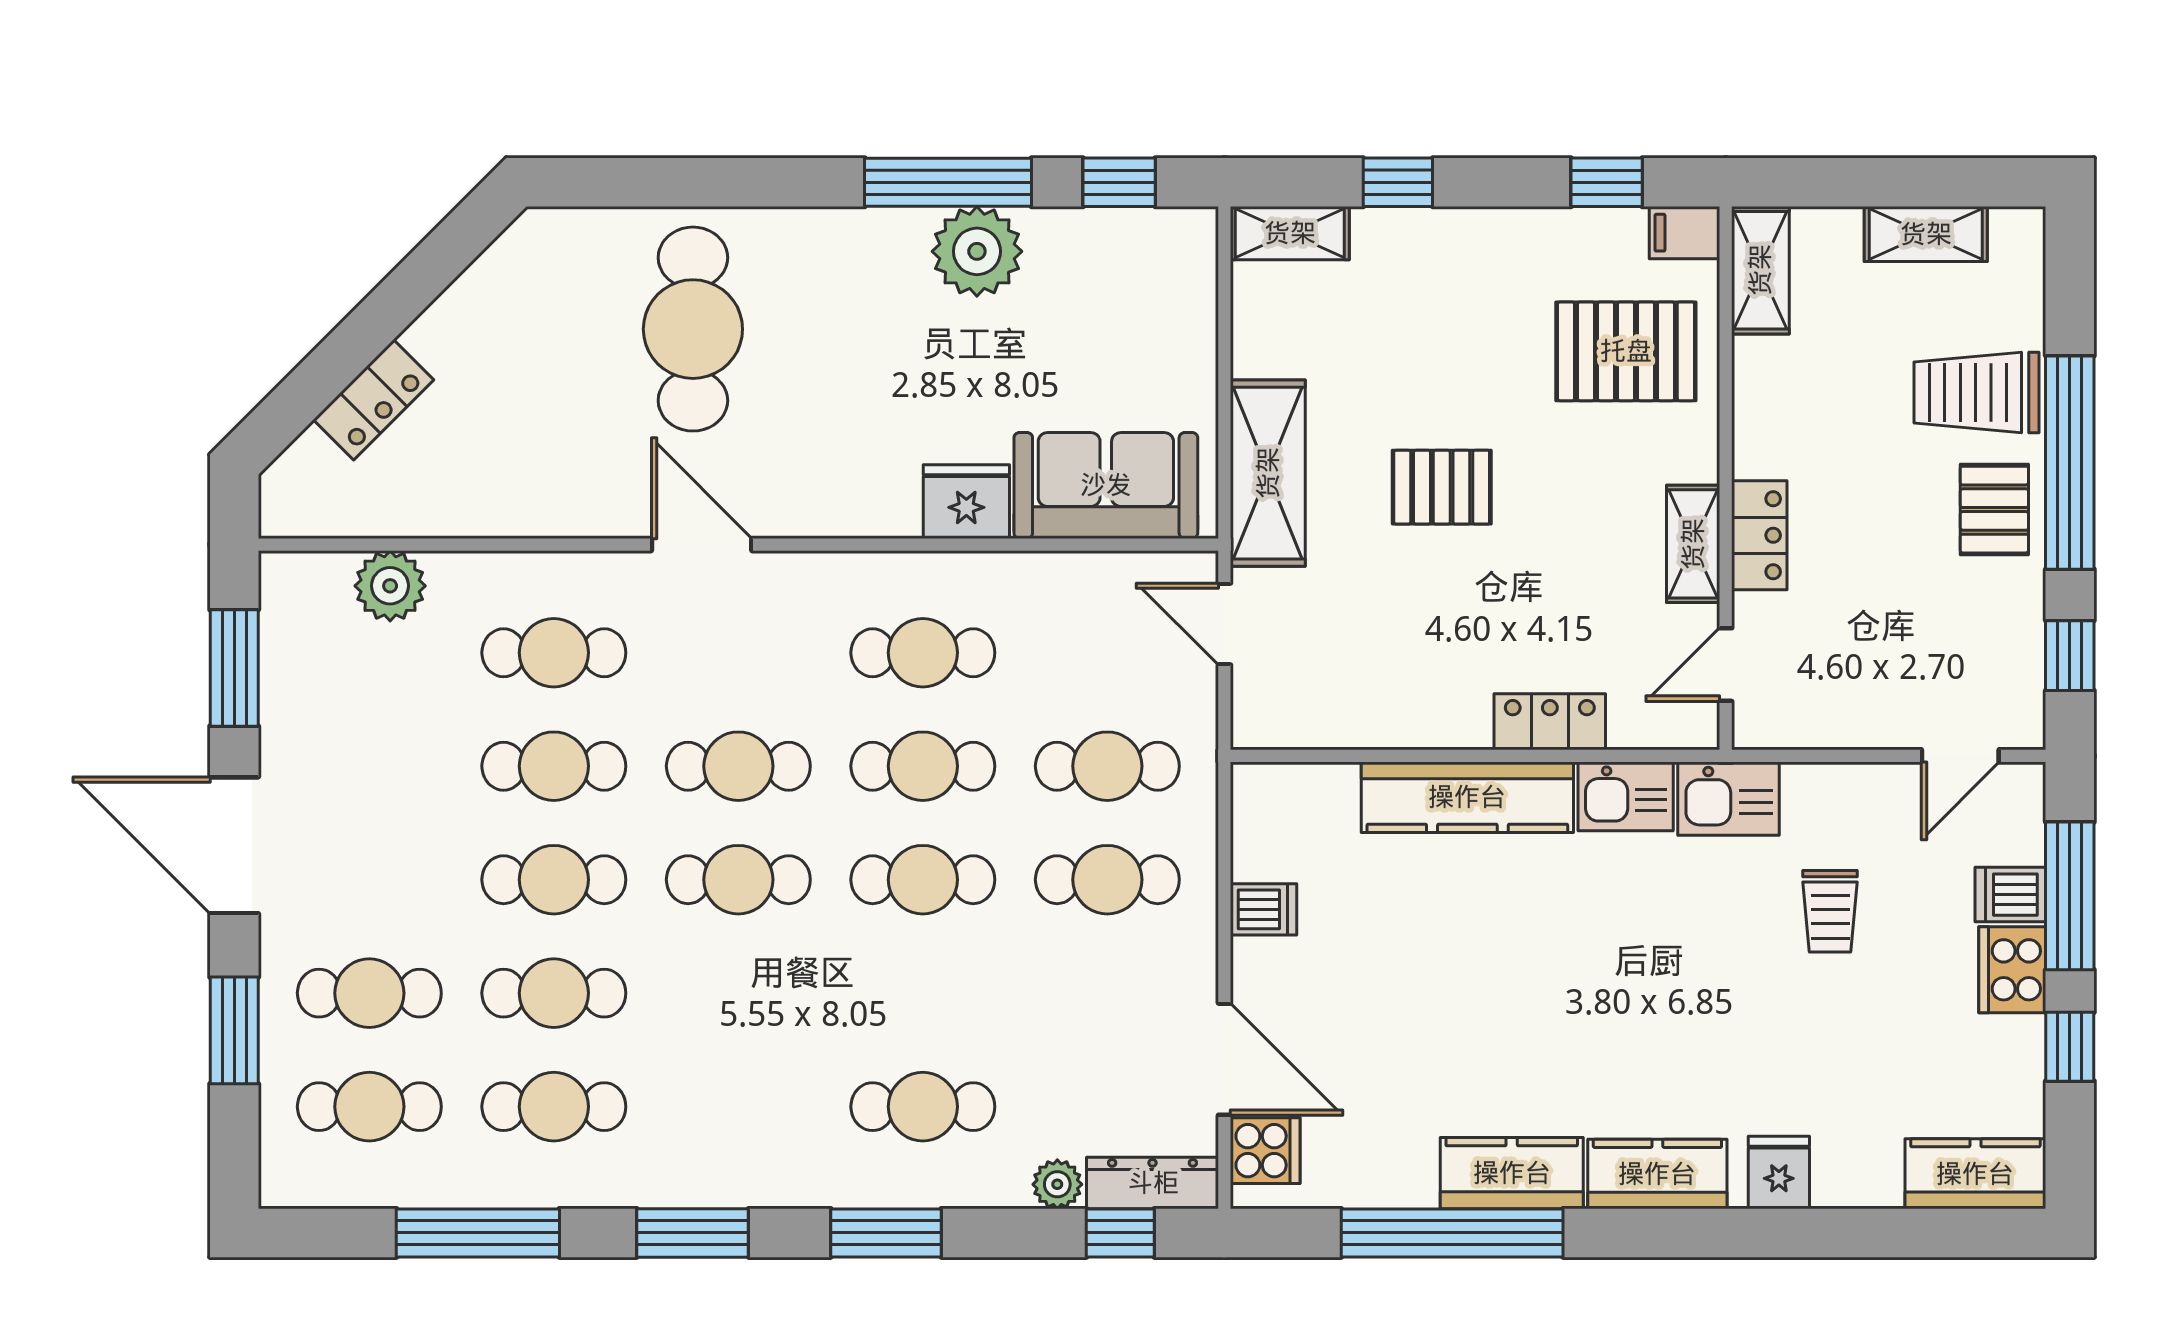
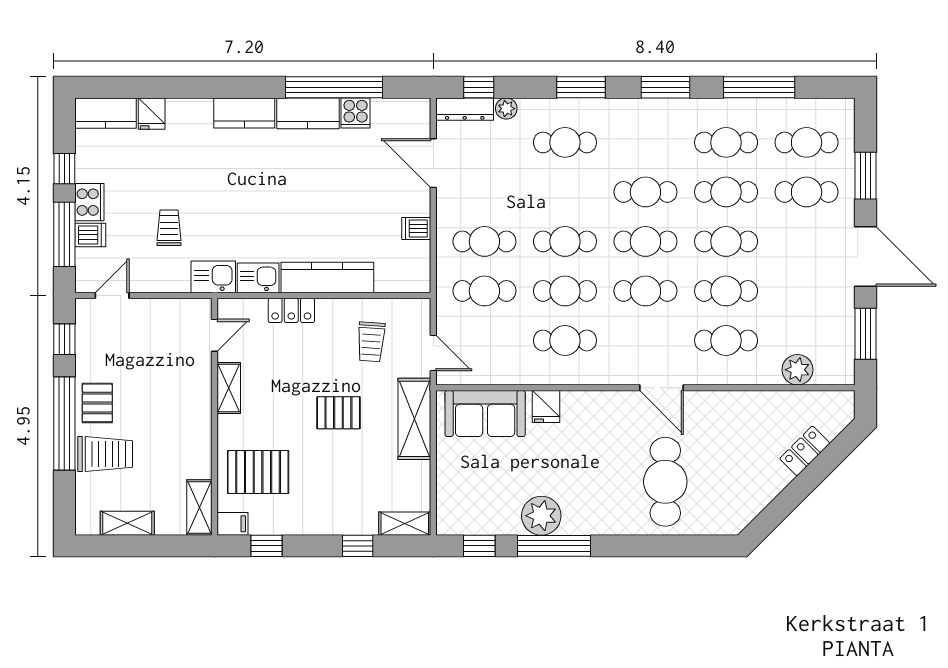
fridge: (966, 502) -> (546, 406), width x0.72
locker: (1759, 535) -> (200, 392), removed
trolley: (1367, 650) -> (371, 342), added
cafe table: (738, 993) -> (645, 192), added
cooker: (1265, 1151) -> (356, 113), moved, turned -90
fridge: (1779, 1172) -> (152, 114), moved

